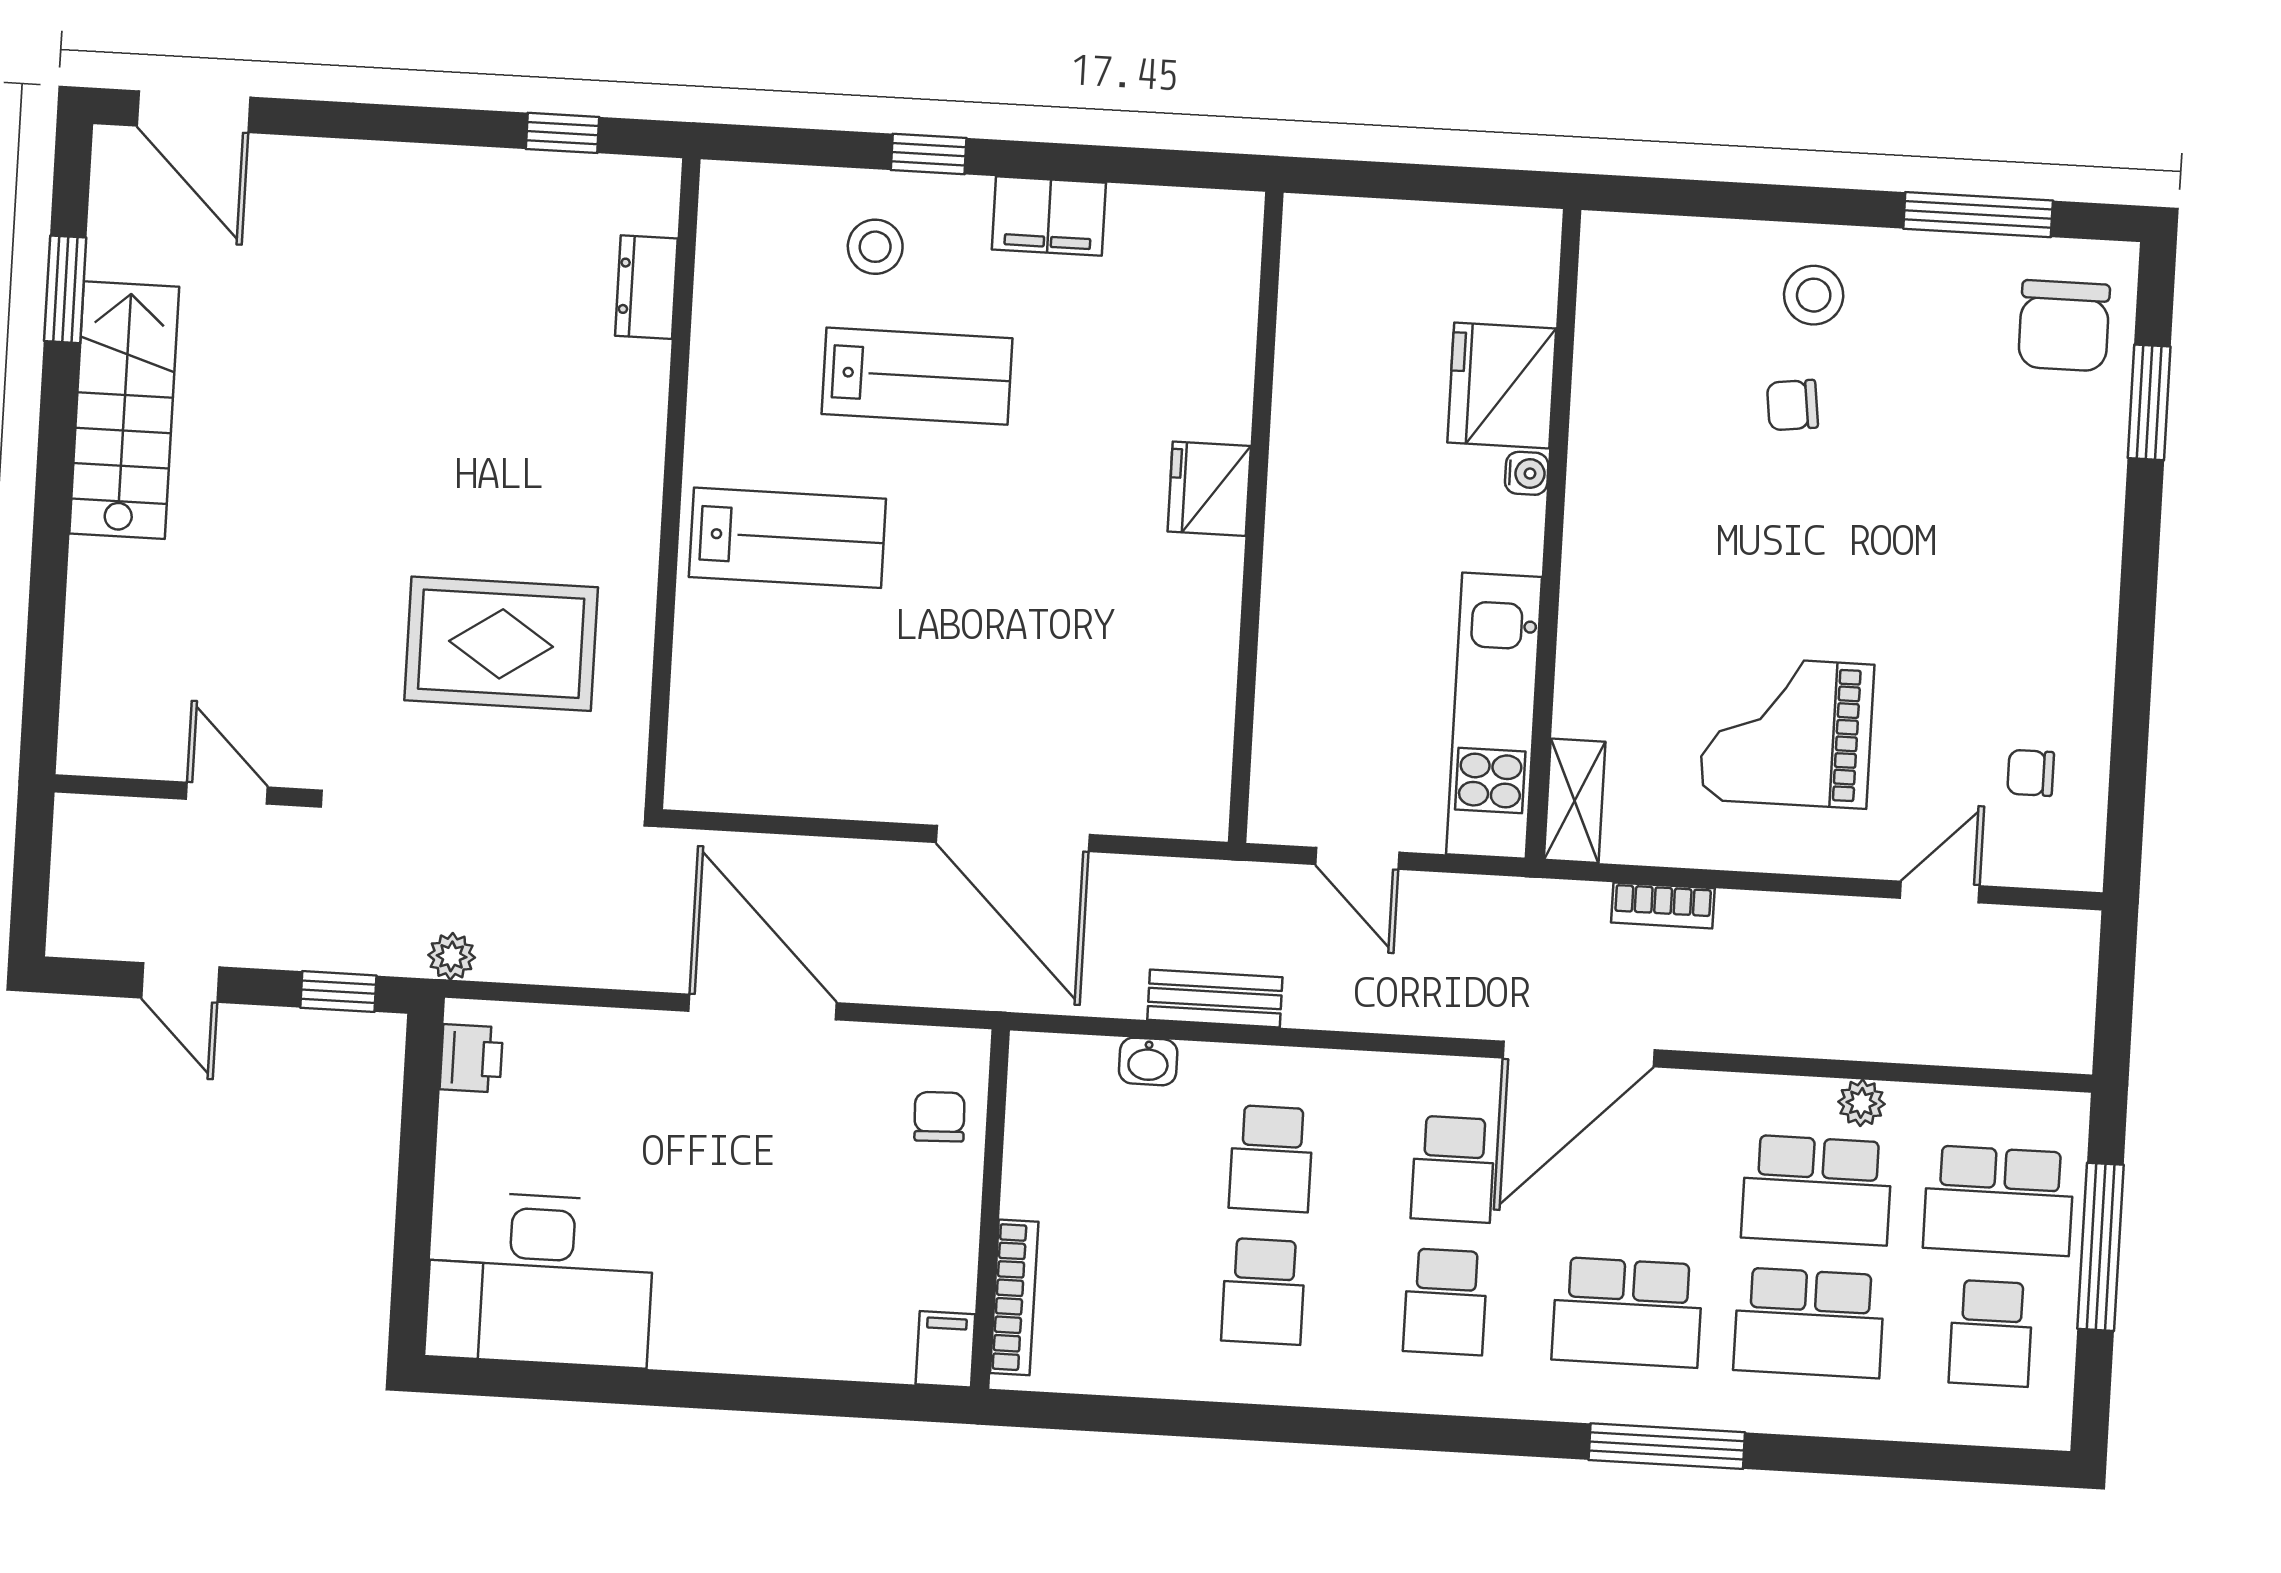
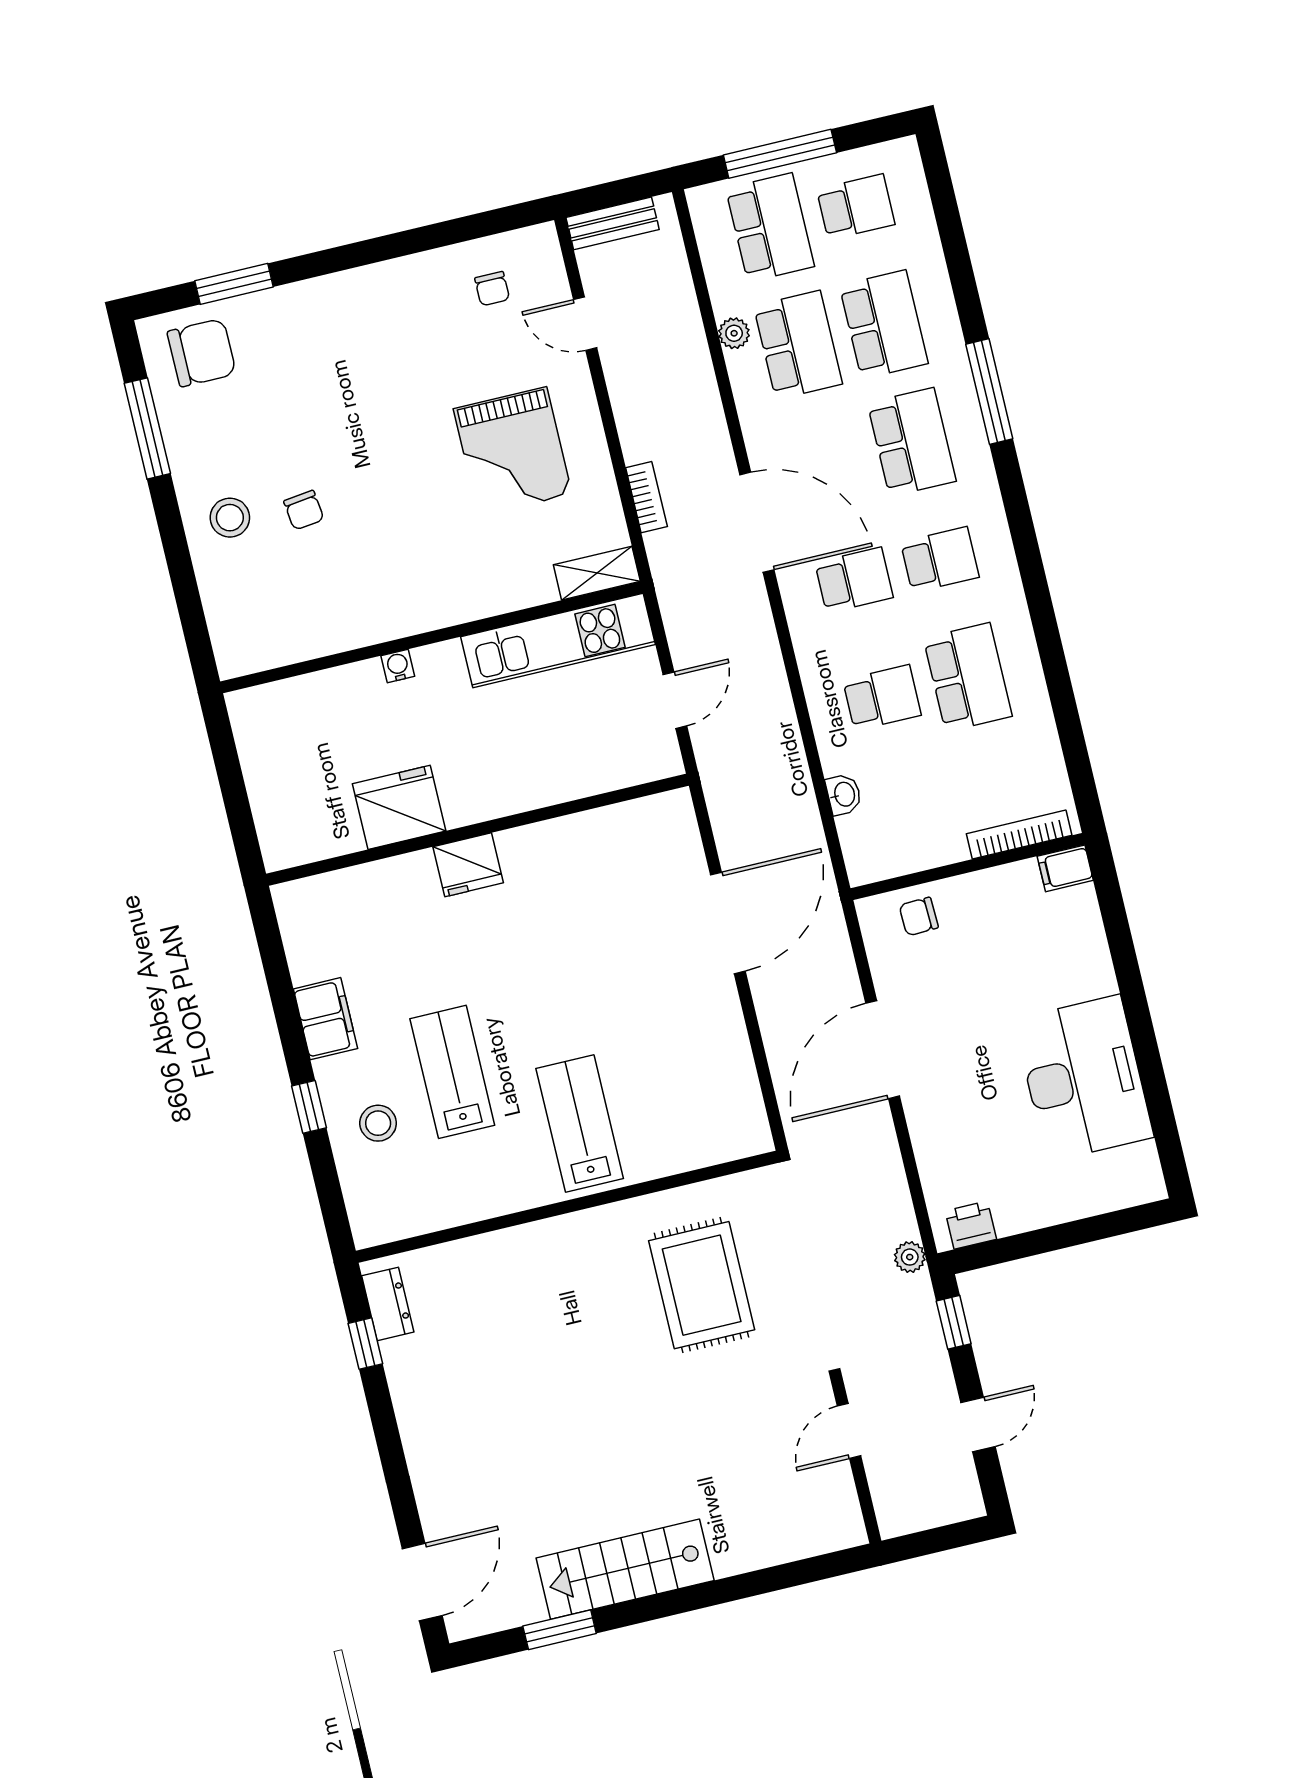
dresser: (646, 287) -> (388, 1304), moved, turned -90
fridge: (1502, 385) -> (399, 807), moved, turned 180
bench: (1215, 999) -> (613, 223), moved, turned 90
desk: (540, 1279) -> (1084, 1078), moved
school desk: (1263, 1291) -> (968, 677), width x1.85

